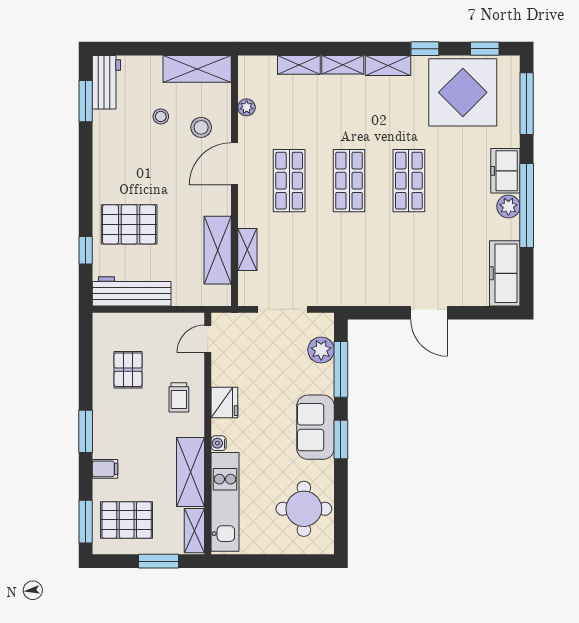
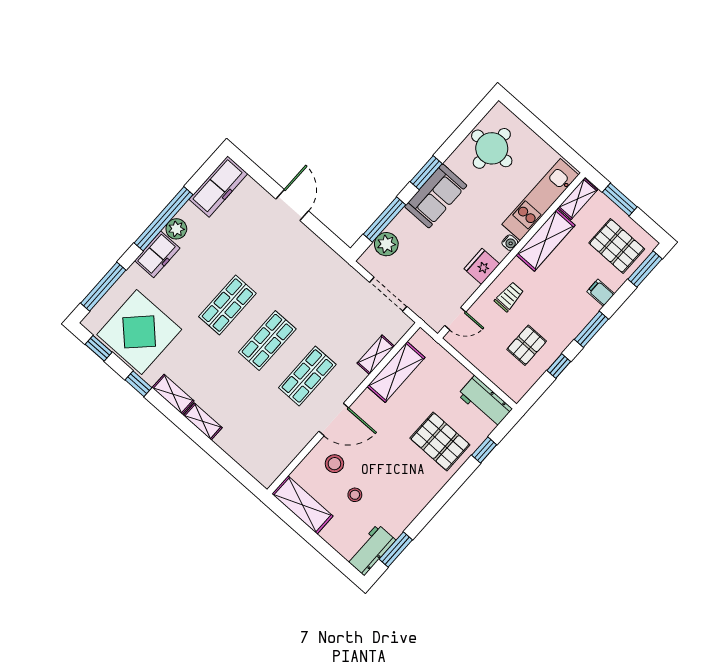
shelving: (299, 65) -> (232, 447), removed
plant: (247, 107) -> (292, 450), removed
workbench: (132, 291) -> (485, 402), width x0.73
window: (86, 376) -> (559, 366), added

